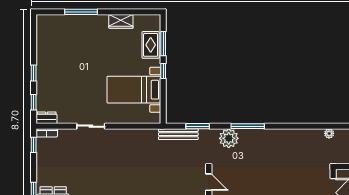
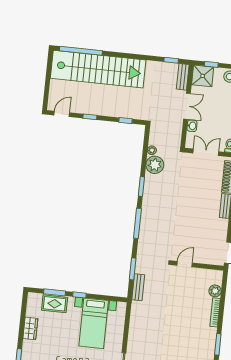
window: (288, 126) -> (141, 186), added
bench: (178, 134) -> (138, 287), width x0.73
plant: (229, 138) -> (155, 165), moved

